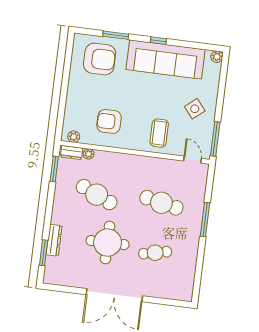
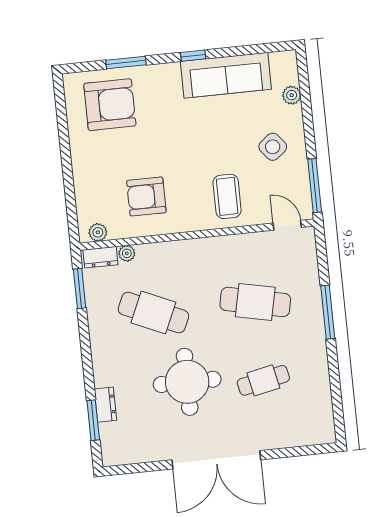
plant: (217, 57) -> (292, 95), moved
sofa: (166, 59) -> (226, 75), width x0.74, depth x0.79
dresser: (54, 240) -> (105, 405), width x0.70

